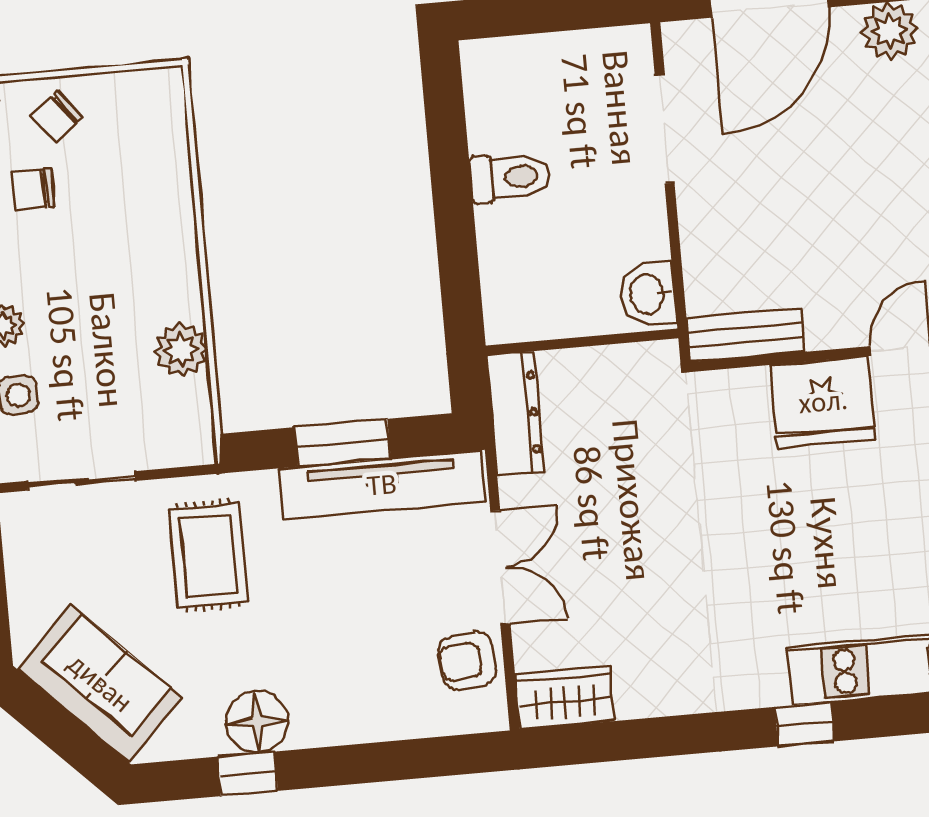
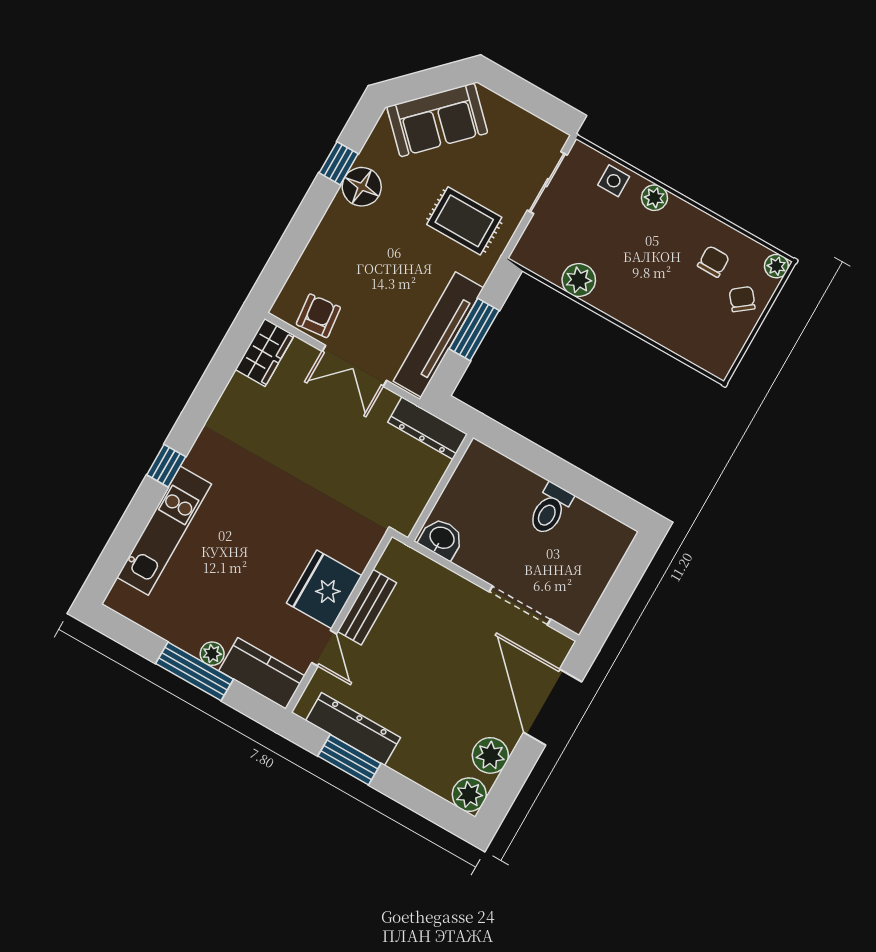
bench: (746, 335) -> (367, 607), moved

